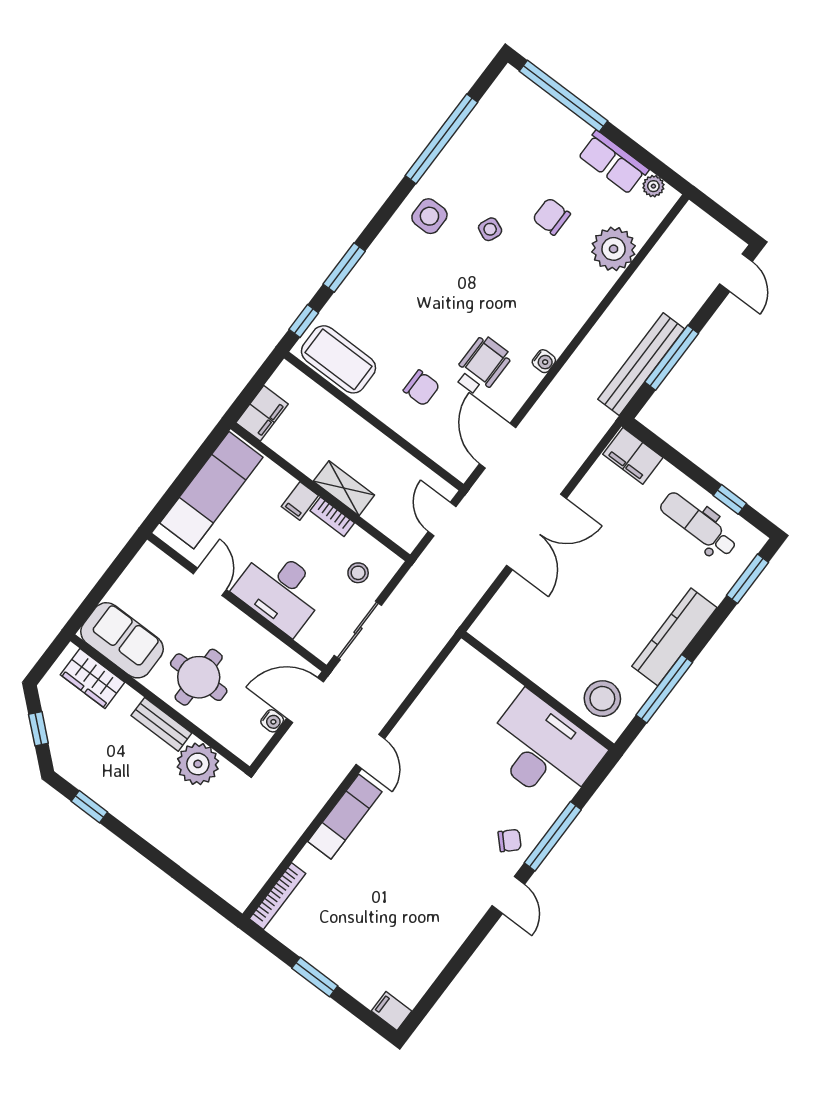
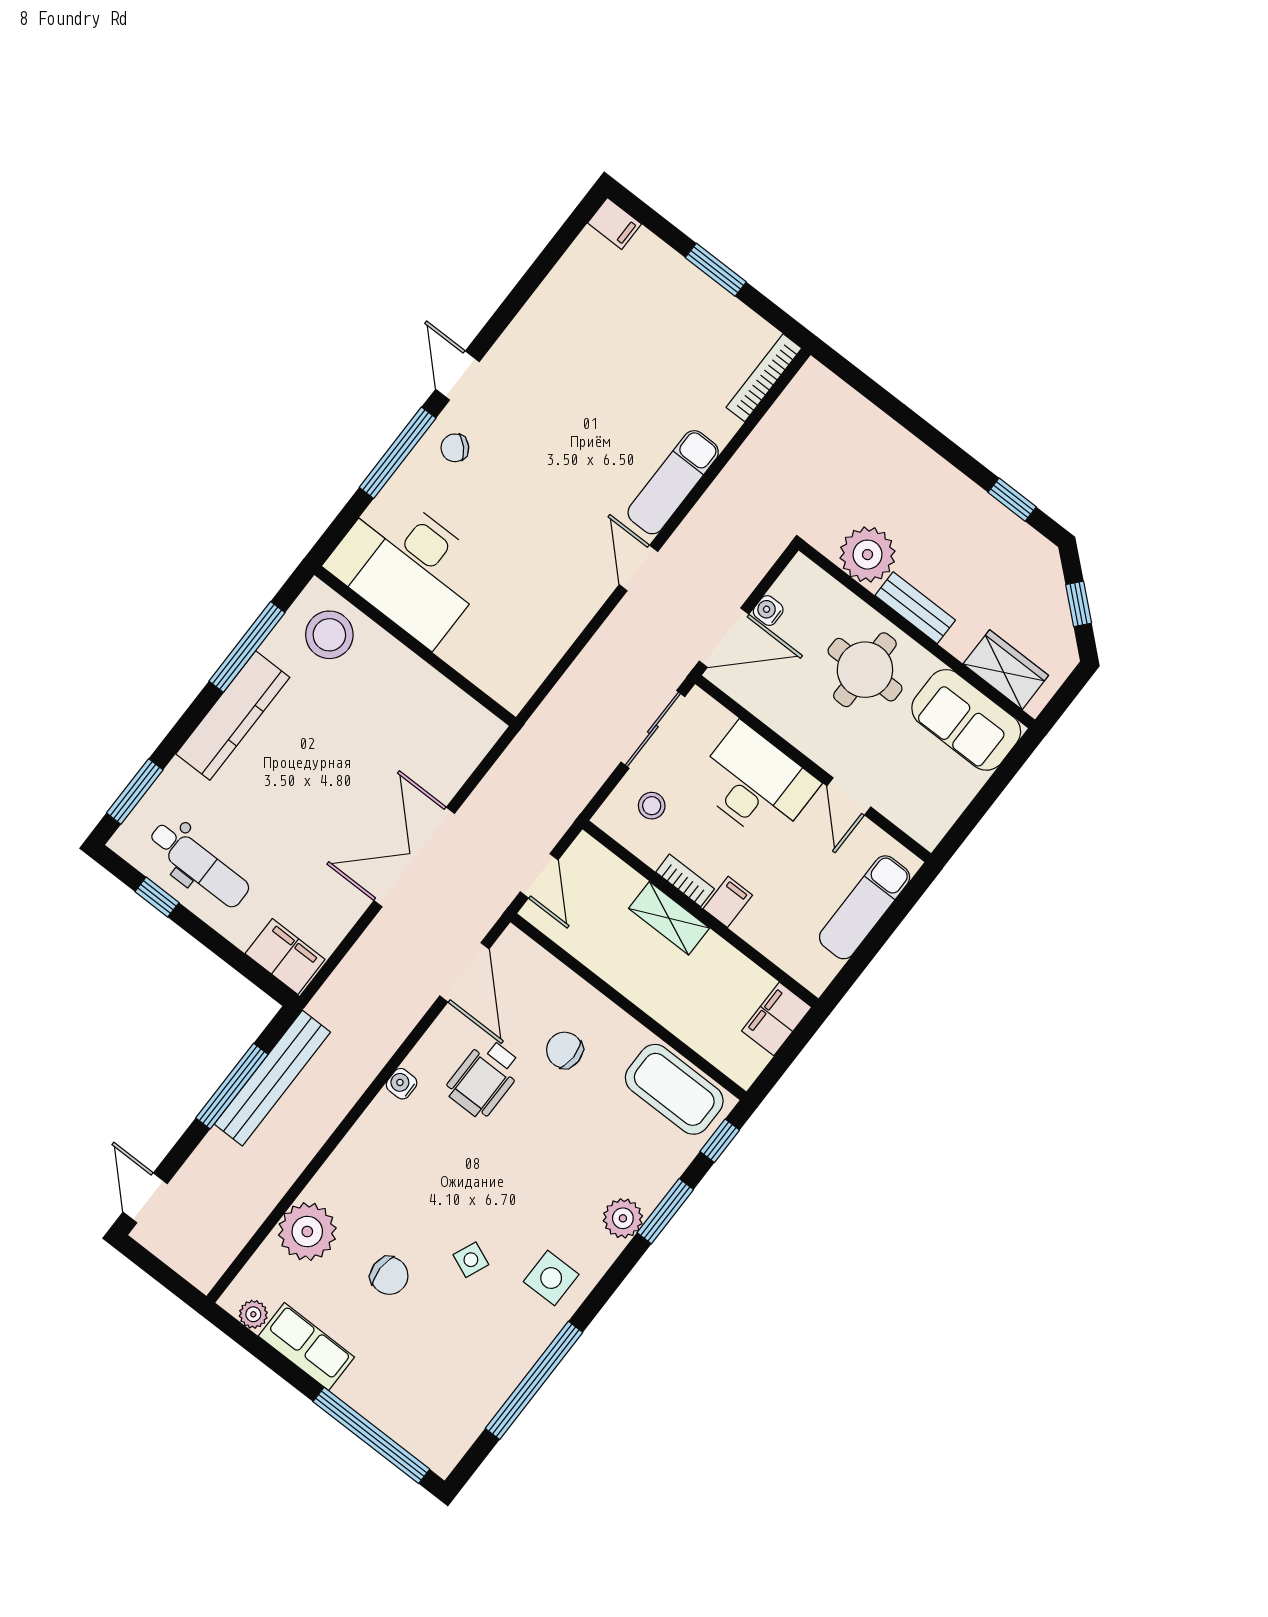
plant: (376, 262) -> (623, 1218), added
exam couch: (211, 490) -> (865, 907), width x0.73, depth x0.69

